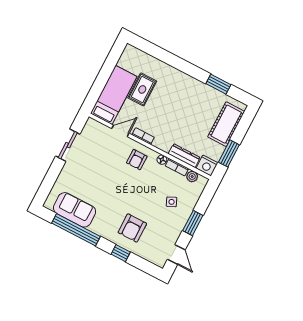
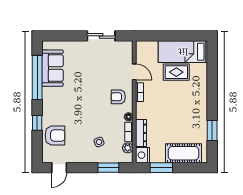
bed: (114, 95) -> (183, 52), moved, turned 180
window: (193, 223) -> (108, 168), moved
armchair: (132, 228) -> (55, 135), moved, turned 180

